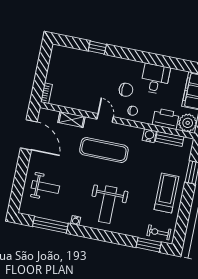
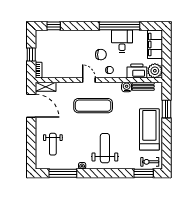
window: (97, 48) -> (54, 26), moved
window: (156, 59) -> (119, 26), added
window: (41, 73) -> (31, 55), added
shelving: (71, 120) -> (46, 87), moved
weight bench: (45, 187) -> (53, 144), turned 90
treadmill: (167, 193) -> (149, 129), width x1.37, depth x1.38
weight bench: (108, 205) -> (105, 148), turned 180

